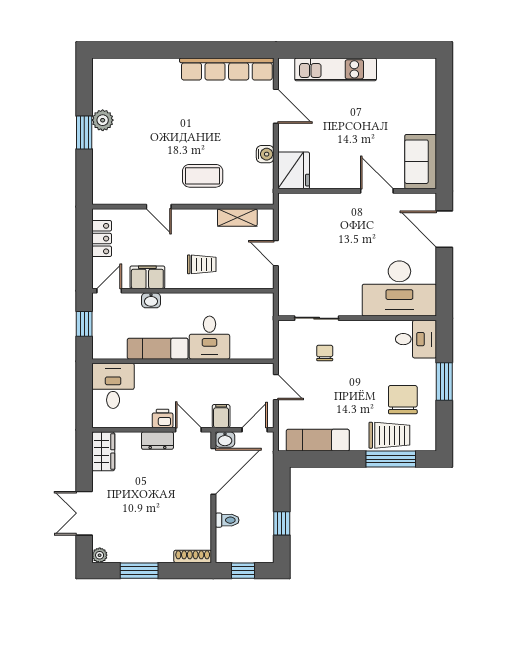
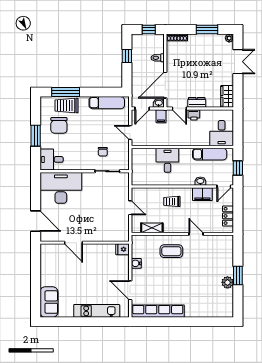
sofa: (421, 162) -> (49, 302), moved
fridge: (294, 170) -> (122, 249), width x0.53, depth x0.75
exam couch: (158, 349) -> (210, 154), moved

